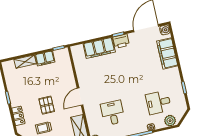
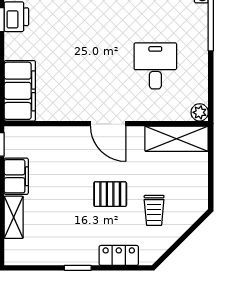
filing cabinet: (99, 48) -> (20, 91), moved
desk: (113, 113) -> (155, 66), turned 90

